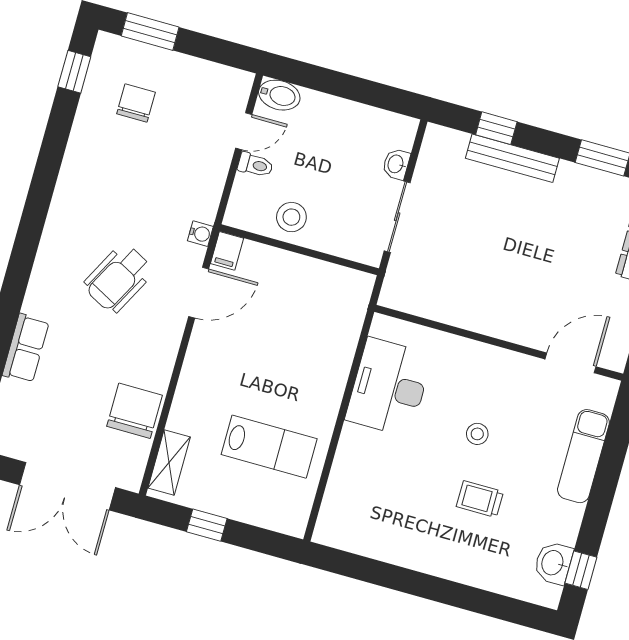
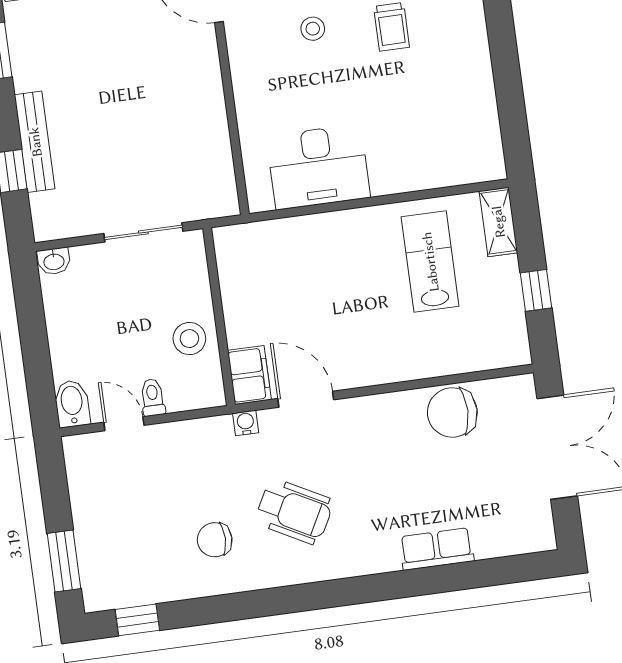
chair: (136, 103) -> (215, 540), moved
washbasin: (396, 164) -> (54, 261), moved
filing cabinet: (227, 251) -> (249, 375), width x2.00
wheelchair: (118, 278) -> (294, 512), moved
stool: (477, 434) -> (313, 29), moved
shelving: (169, 462) -> (498, 222), moved, turned 90

